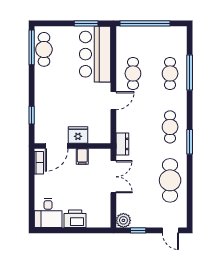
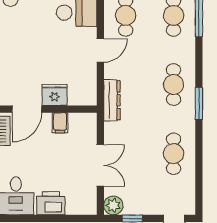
dresser: (122, 144) -> (112, 100), width x1.44
double door: (113, 177) -> (100, 165), moved
cafe table: (170, 180) -> (174, 154), width x0.73, depth x0.74

